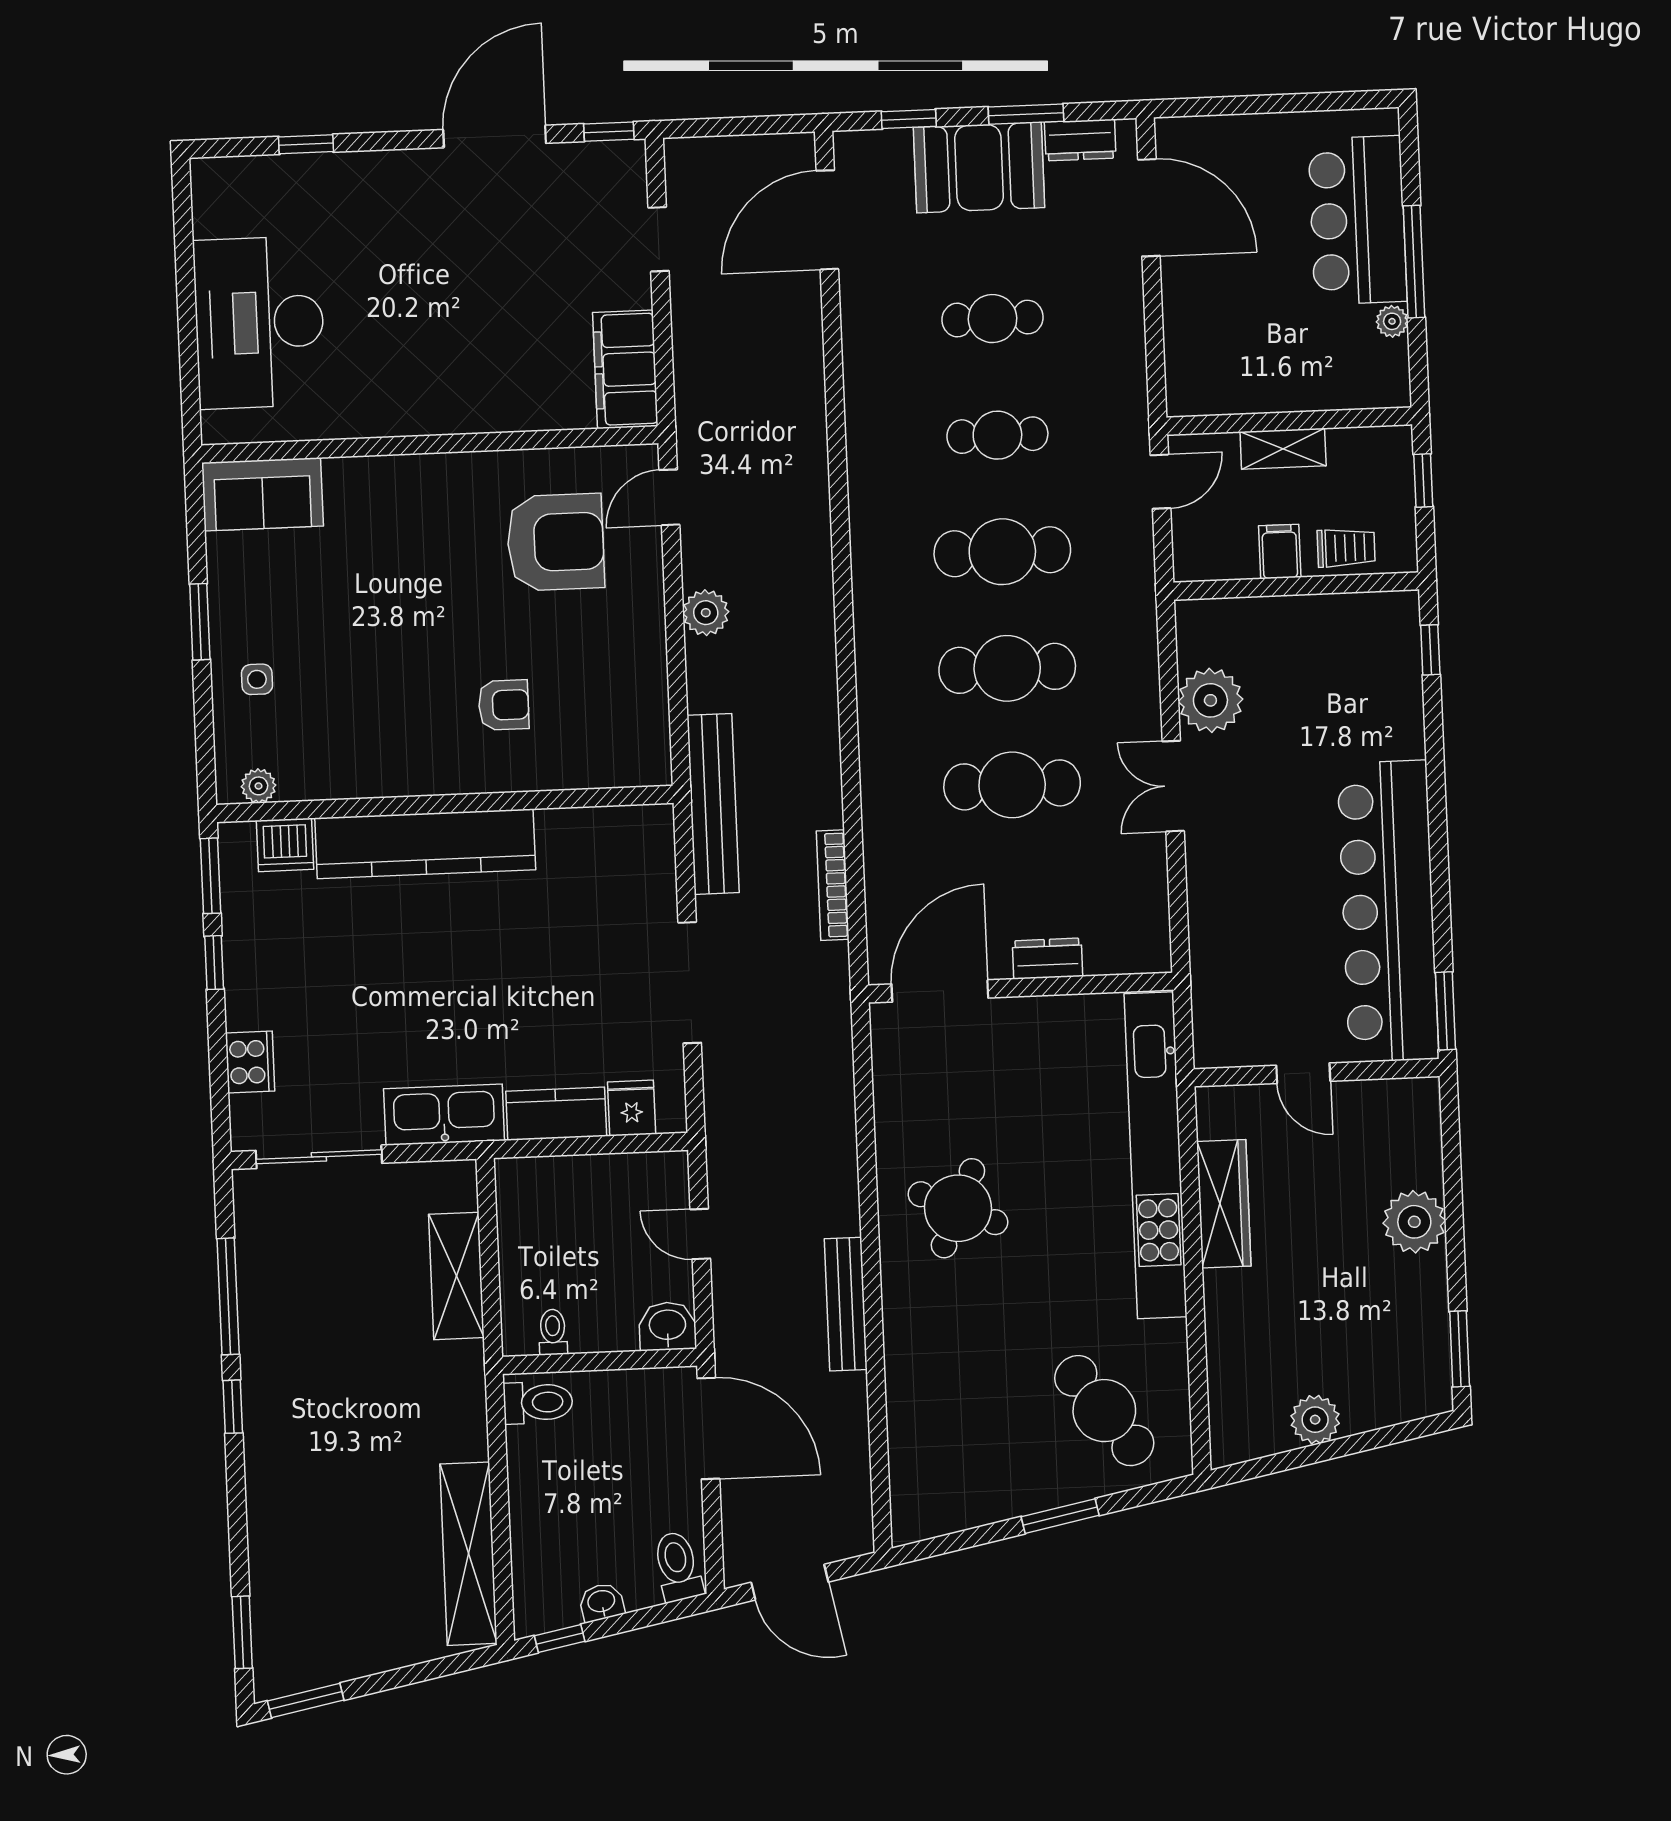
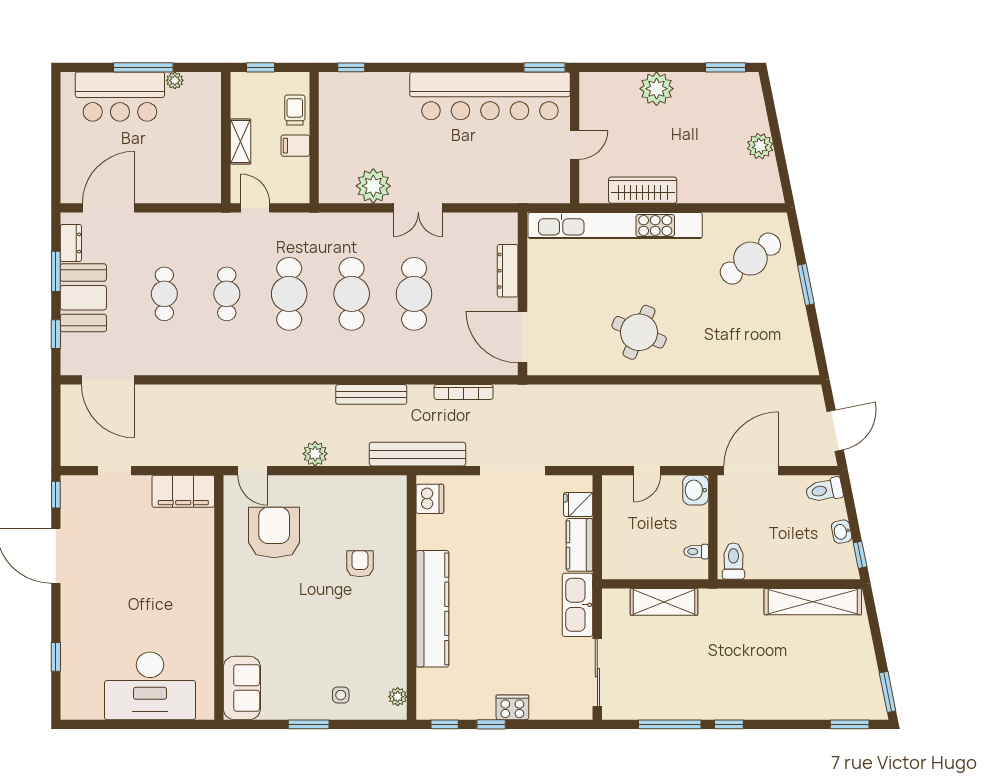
dishwasher: (285, 845) -> (430, 499), moved
window: (210, 876) -> (445, 724), width x0.67
dresser: (1048, 959) -> (508, 271), width x1.44
cooker: (250, 1062) -> (512, 707), moved
bench: (846, 1304) -> (371, 394), moved

